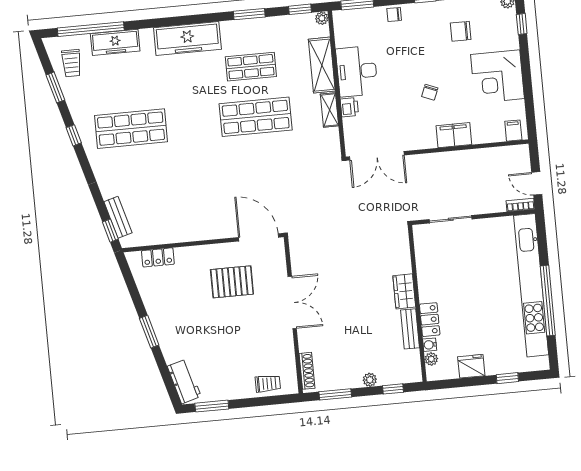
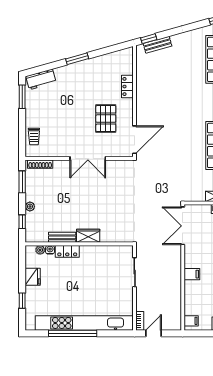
filing cabinet: (454, 135) -> (192, 274), width x0.50
locker: (158, 257) -> (127, 87), moved

